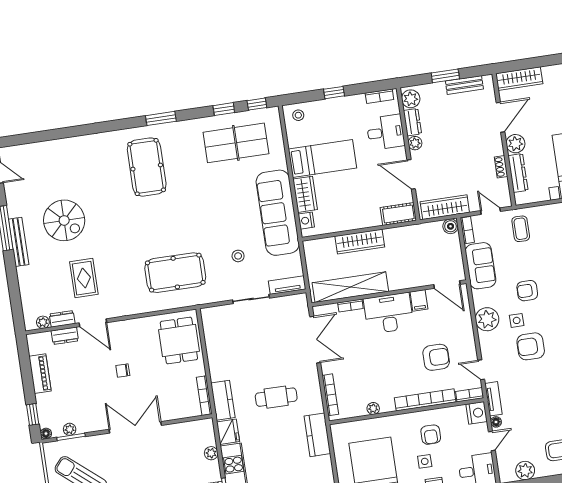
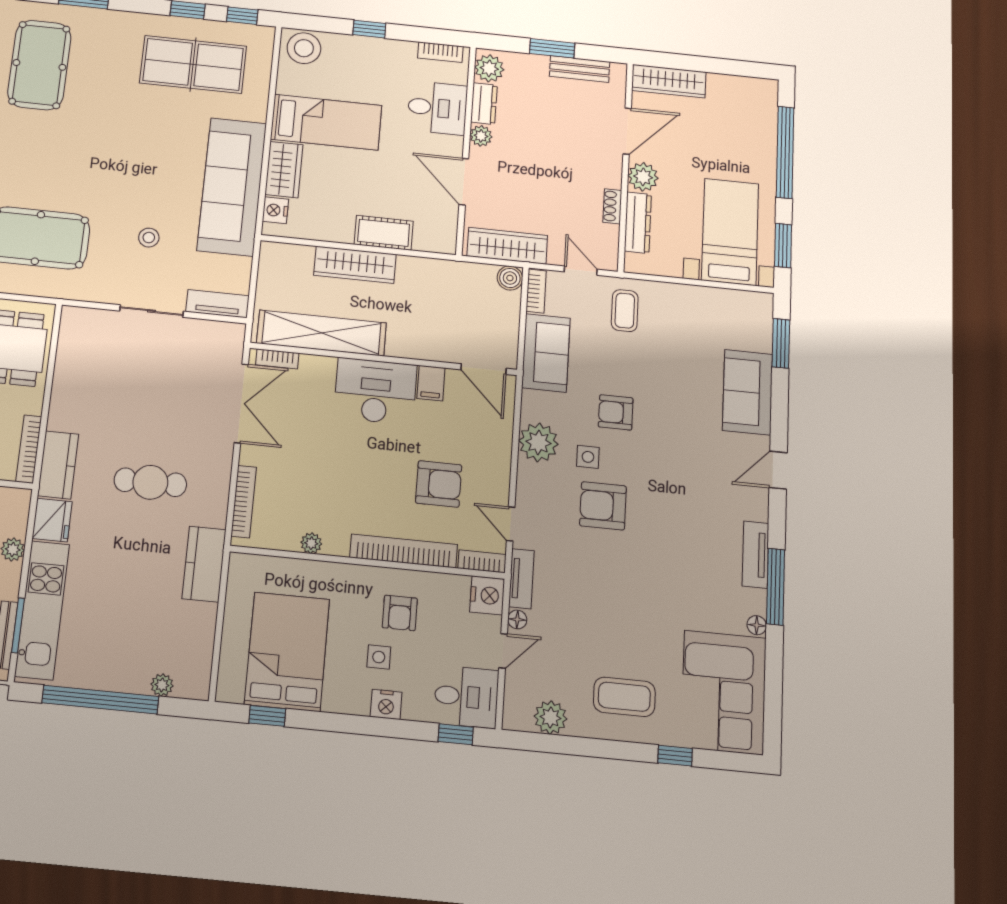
stool: (298, 115) -> (304, 48), width x1.89, depth x1.89
cot: (398, 214) -> (384, 233), moved
bookcase: (350, 305) -> (277, 359), moved

